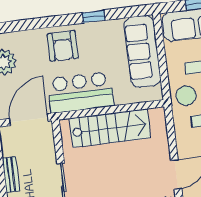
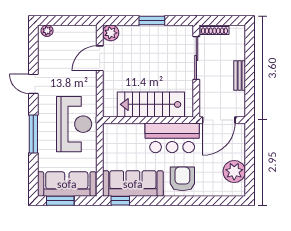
window: (94, 17) -> (120, 201), moved
sofa: (142, 51) -> (133, 184), moved, turned -90

